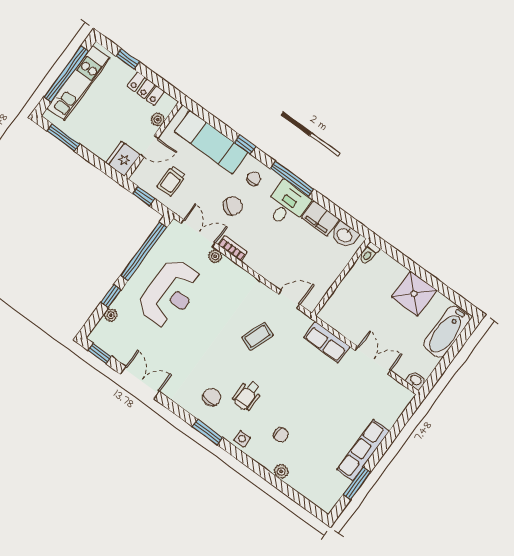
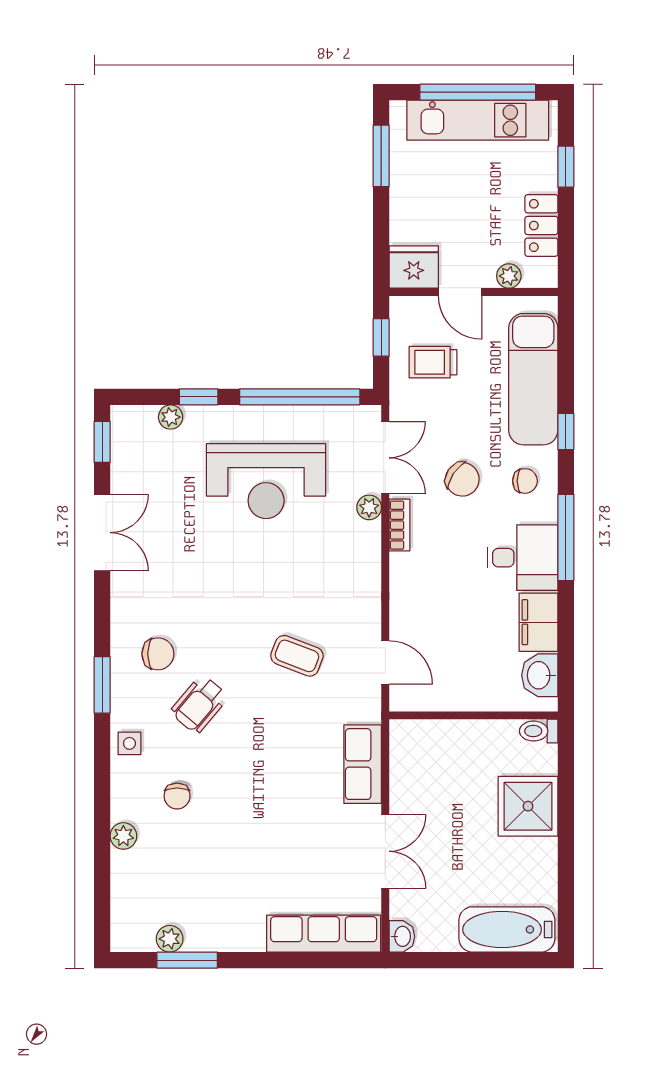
shower: (414, 294) -> (528, 806), moved
wheelchair: (247, 395) -> (199, 704), turned -50
row of seats: (363, 450) -> (324, 934), moved
plant: (342, 484) -> (170, 939), added

